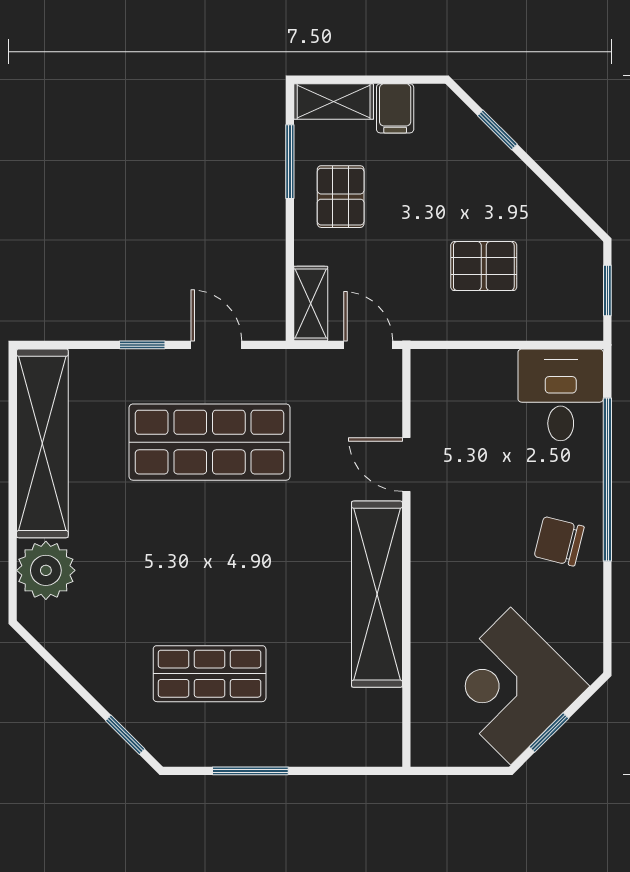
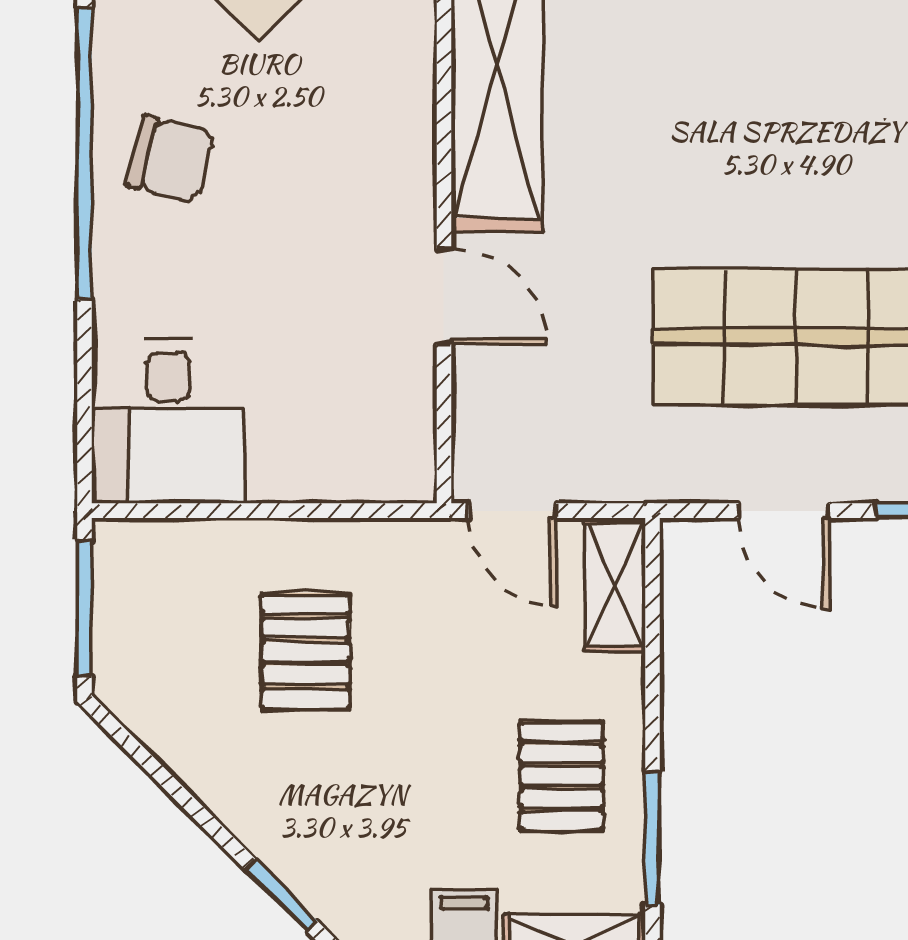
pallet: (484, 266) -> (306, 652), turned 90
window: (607, 291) -> (84, 608), width x1.50
window: (607, 479) -> (84, 154), moved

